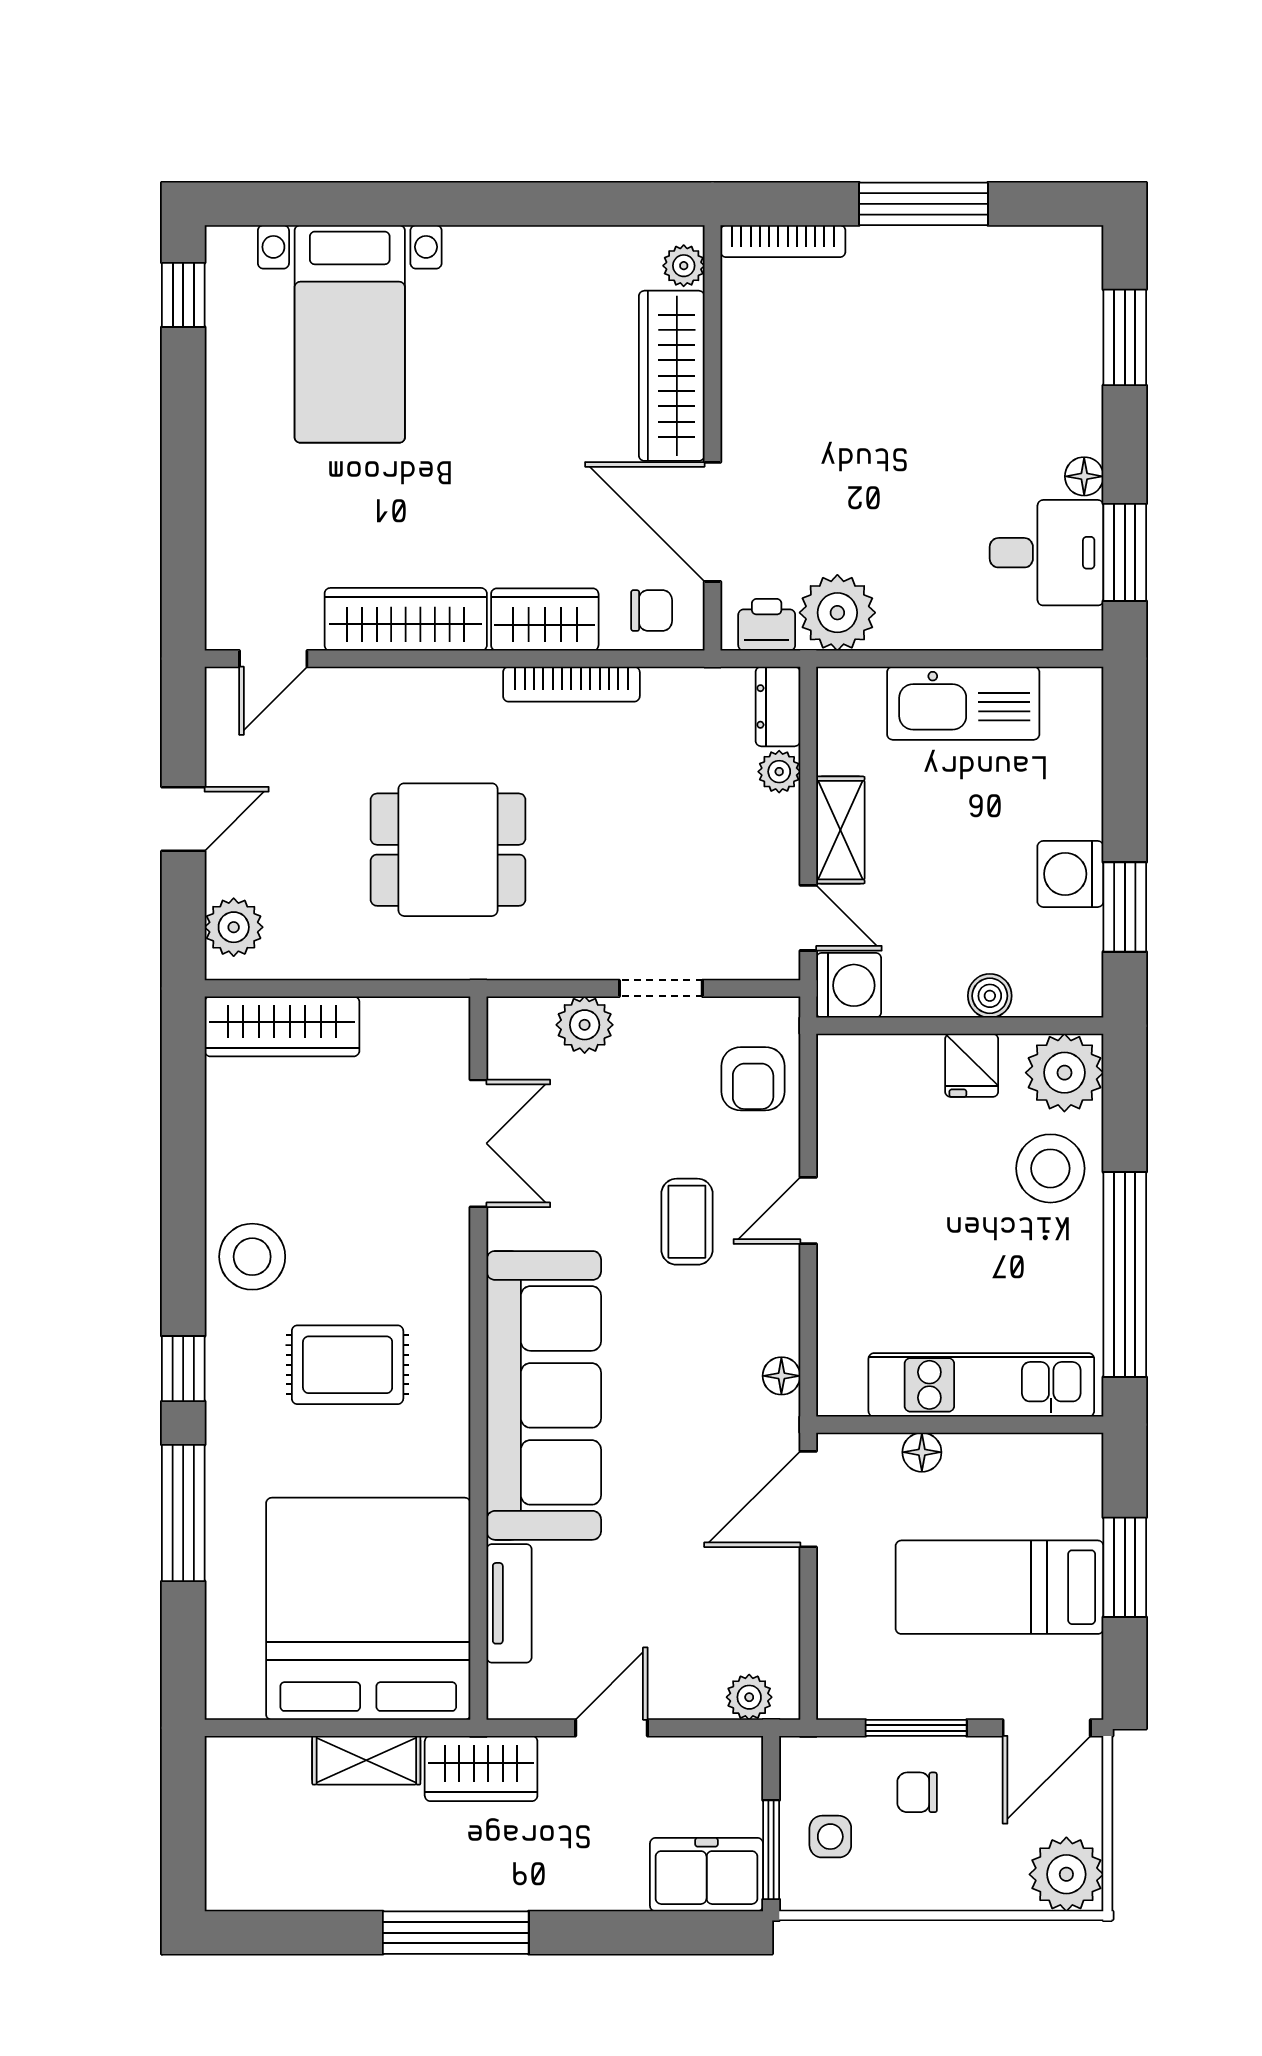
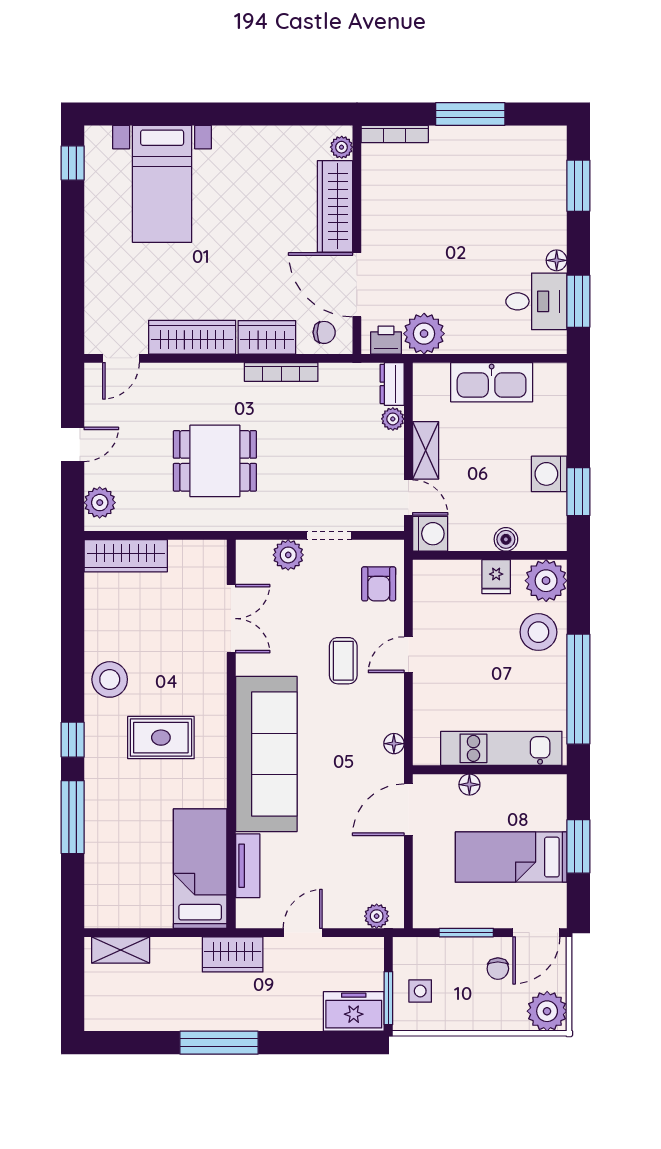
bed: (368, 1609) -> (200, 869), width x0.49
shelving: (366, 1760) -> (121, 950), moved
chair: (917, 1792) -> (498, 969), moved, turned -90

